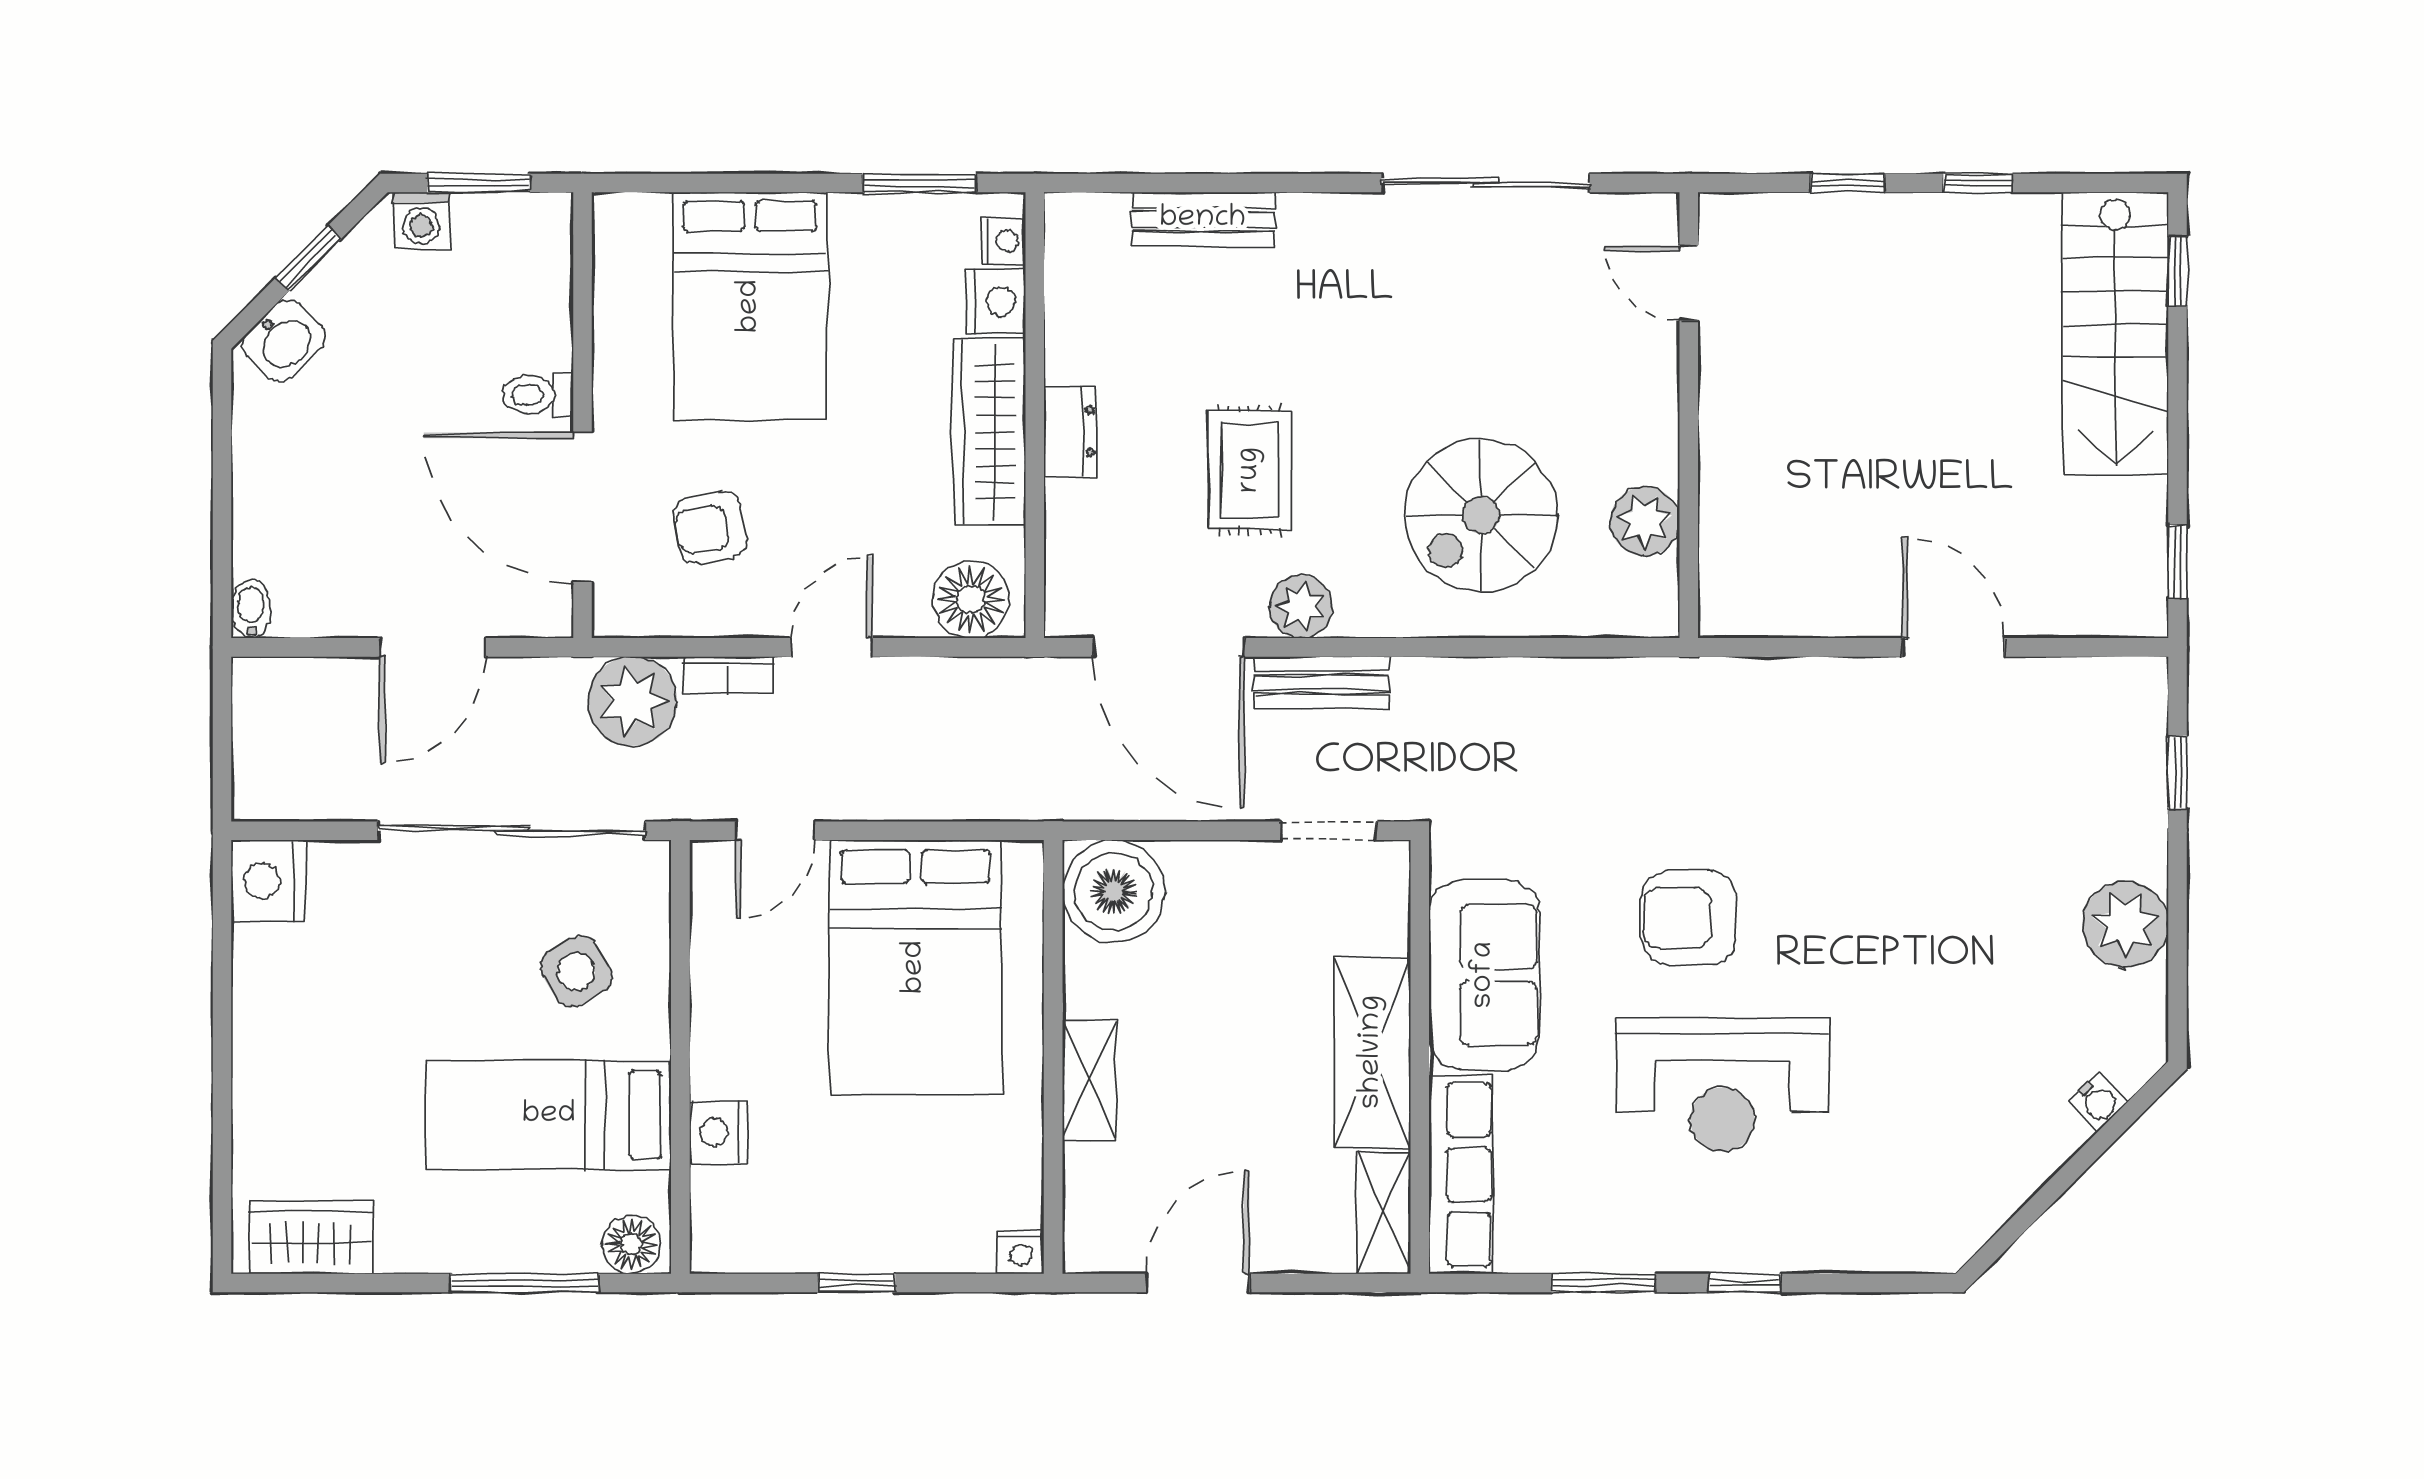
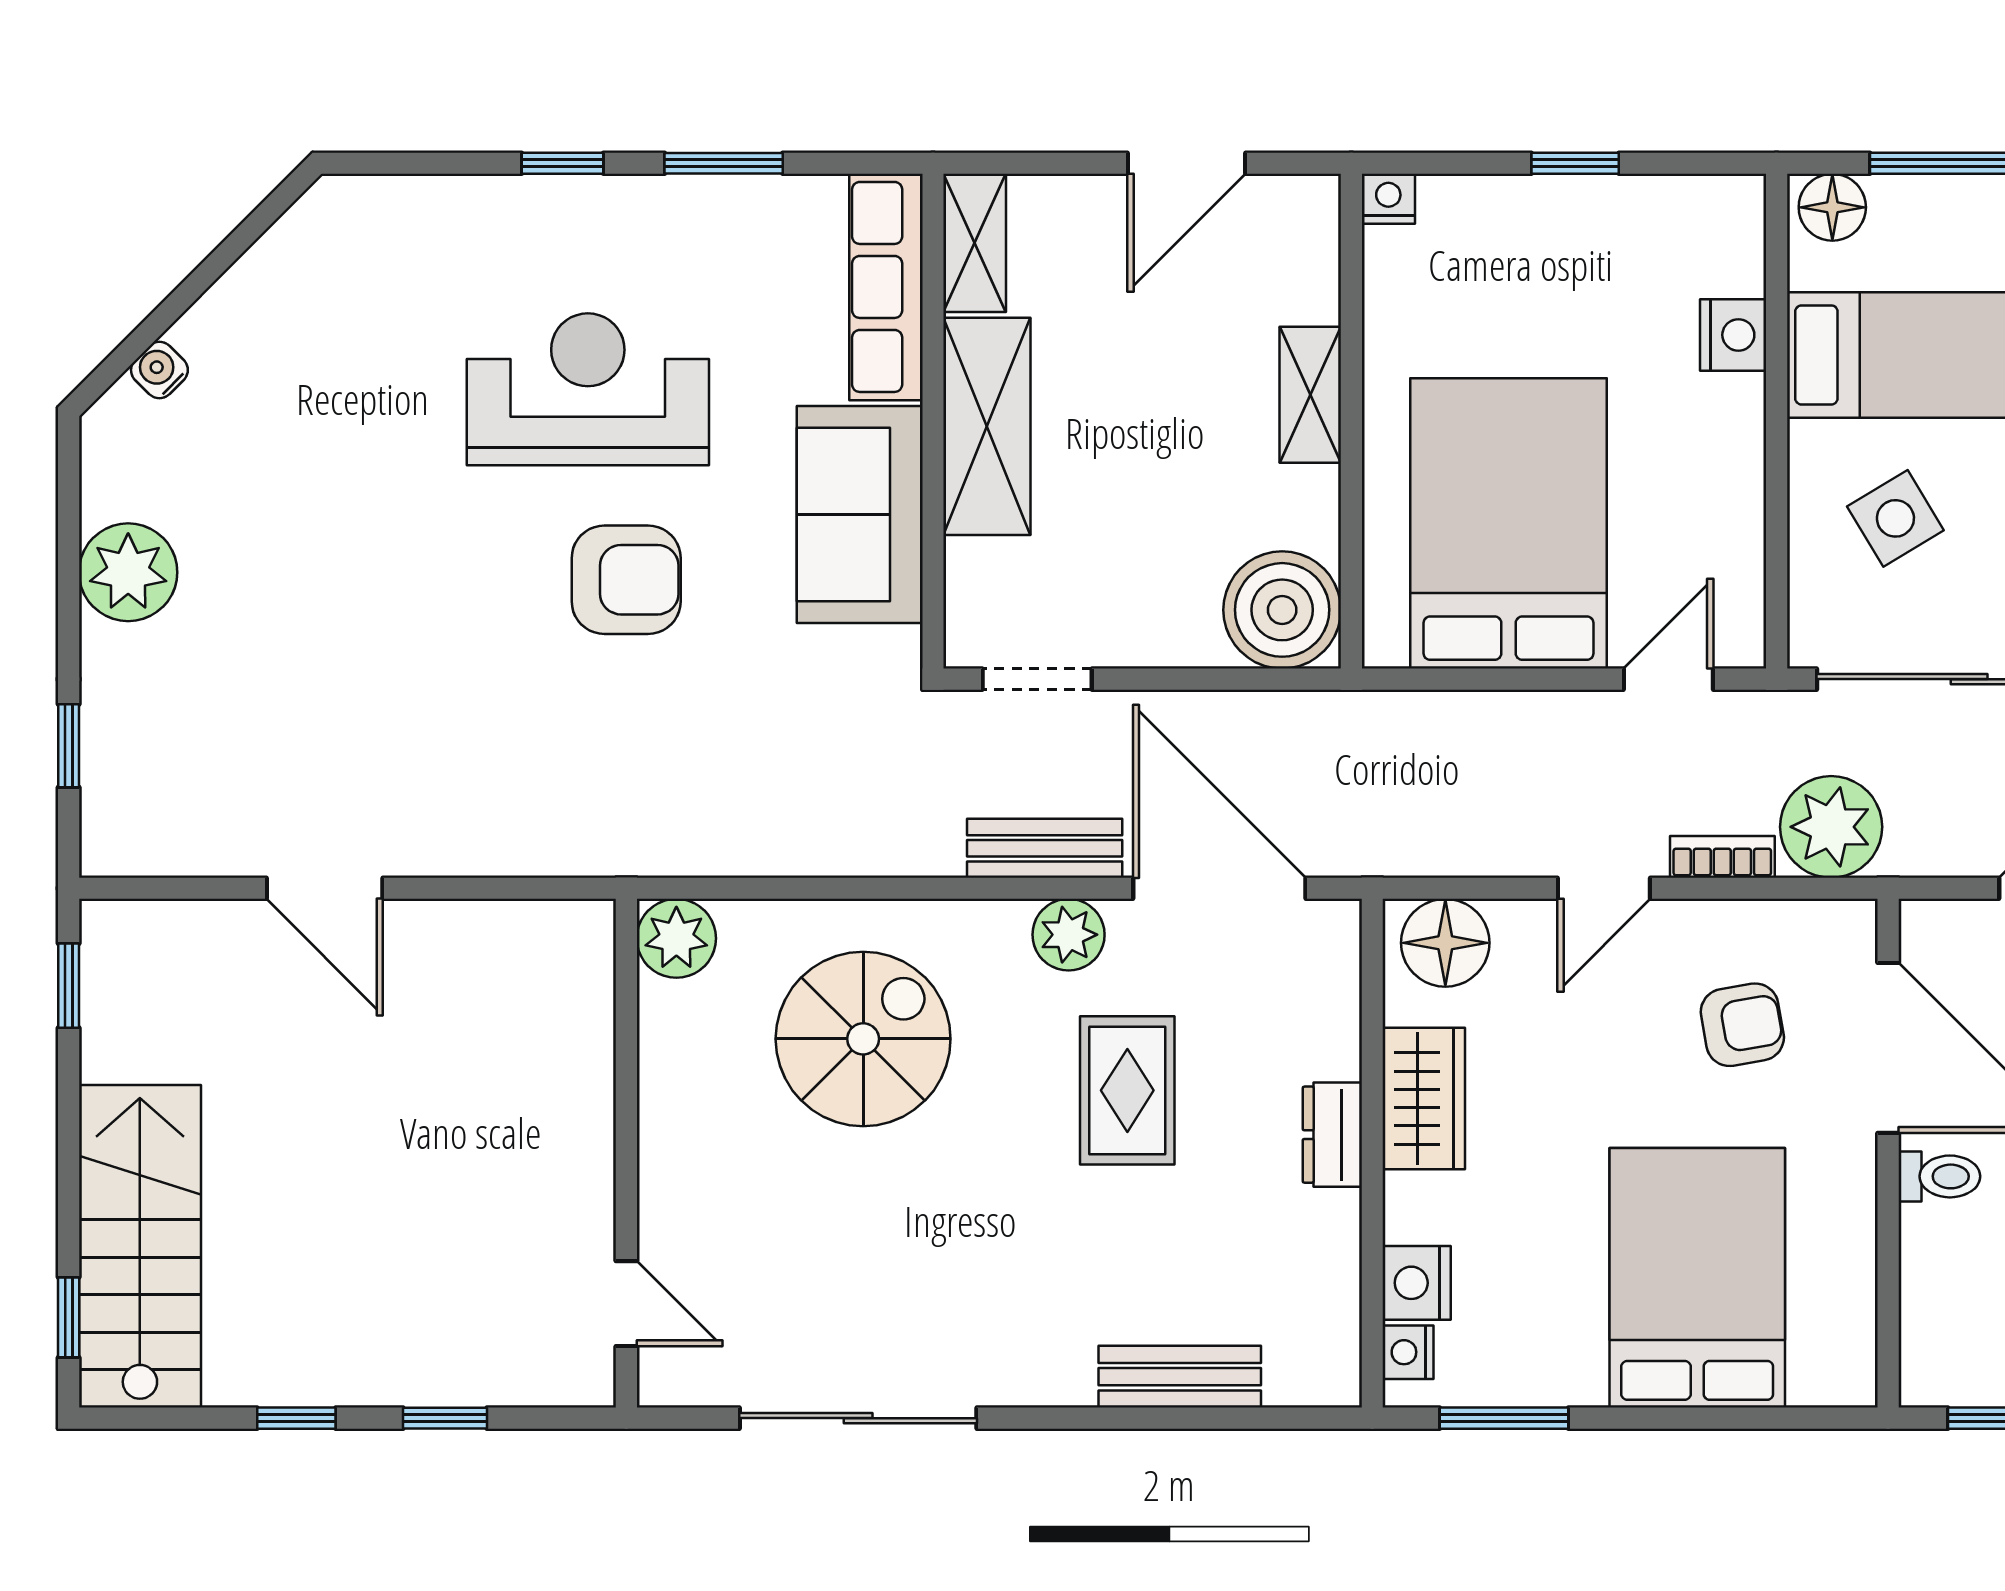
wardrobe: (990, 432) -> (1424, 1098), width x0.67
plant: (1645, 521) -> (676, 938), moved

